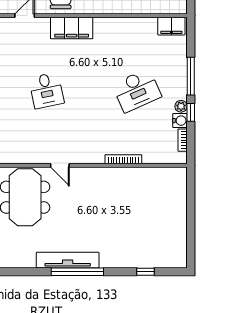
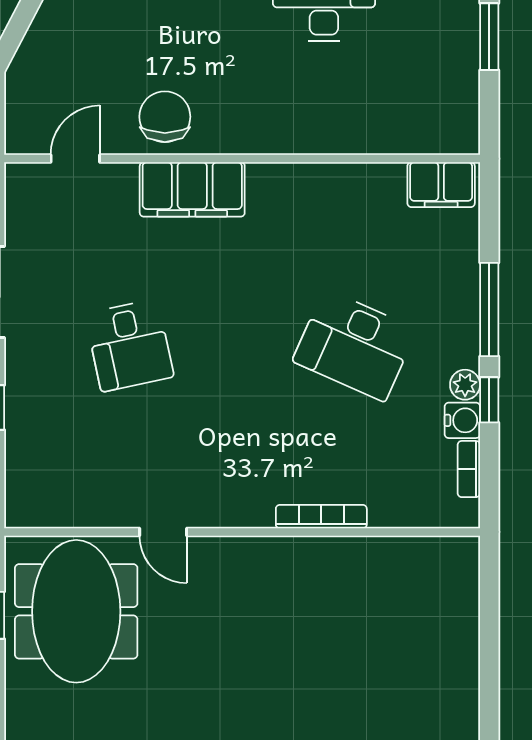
desk: (137, 90) -> (355, 345), turned 48

